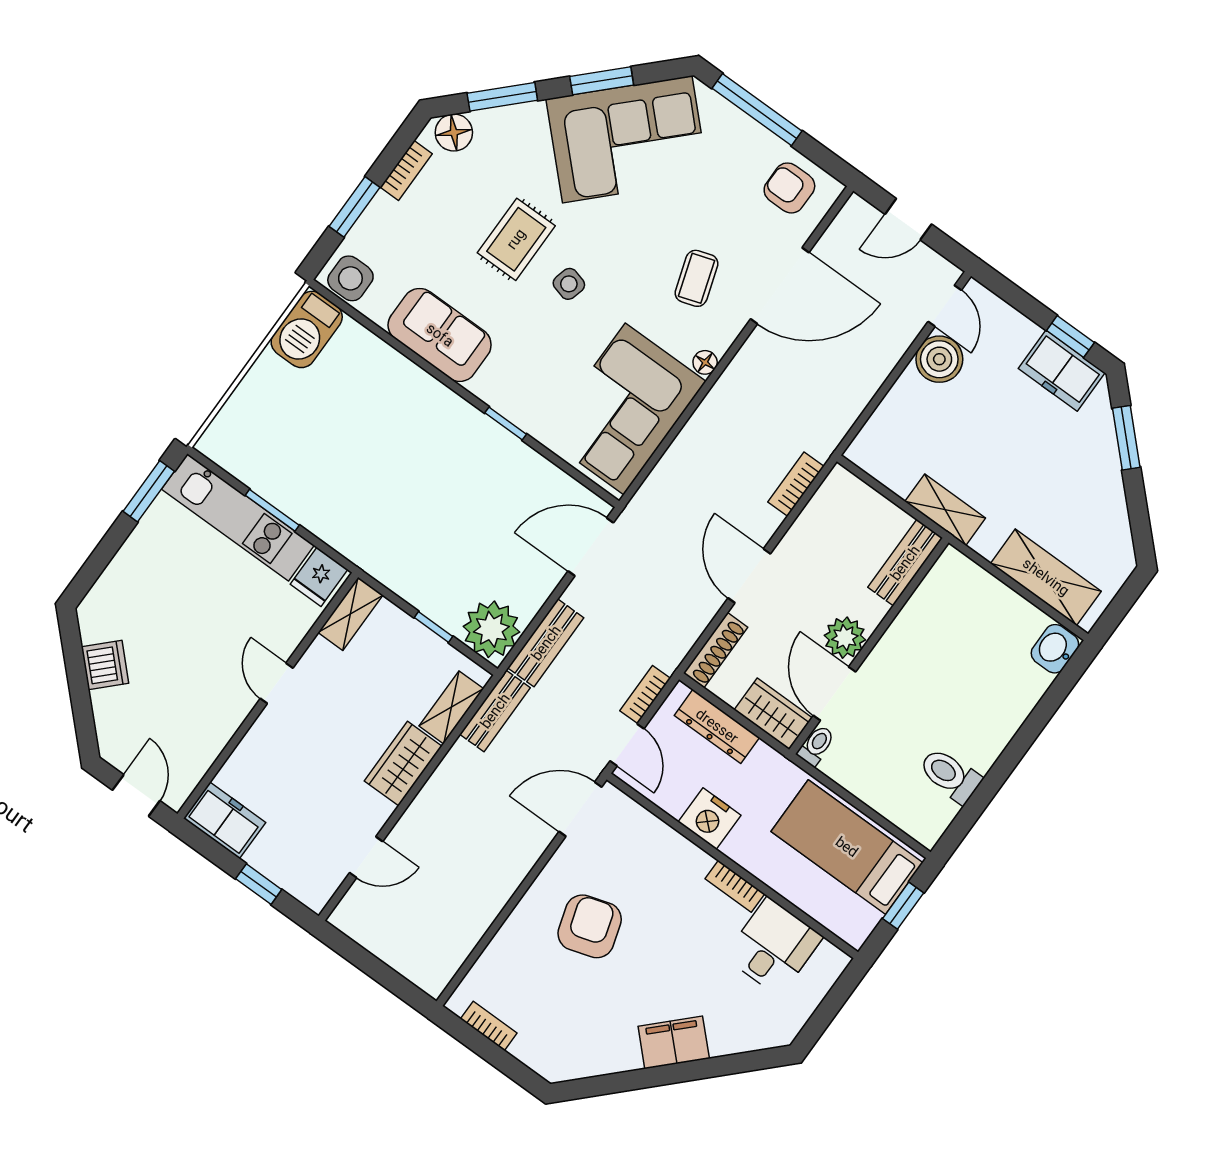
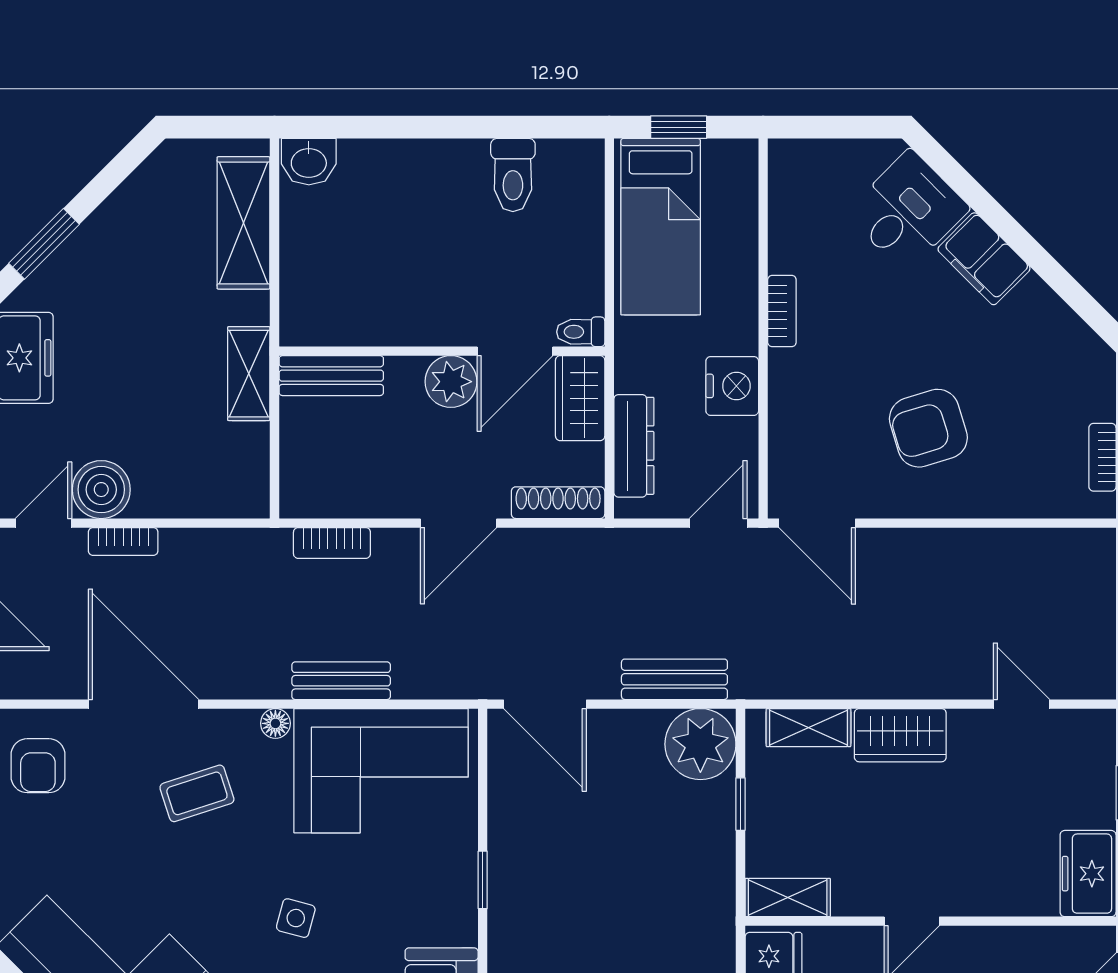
bookcase: (645, 694) -> (123, 541), moved
bench: (495, 711) -> (341, 681), moved
desk: (773, 947) -> (908, 211), moved, turned 135

